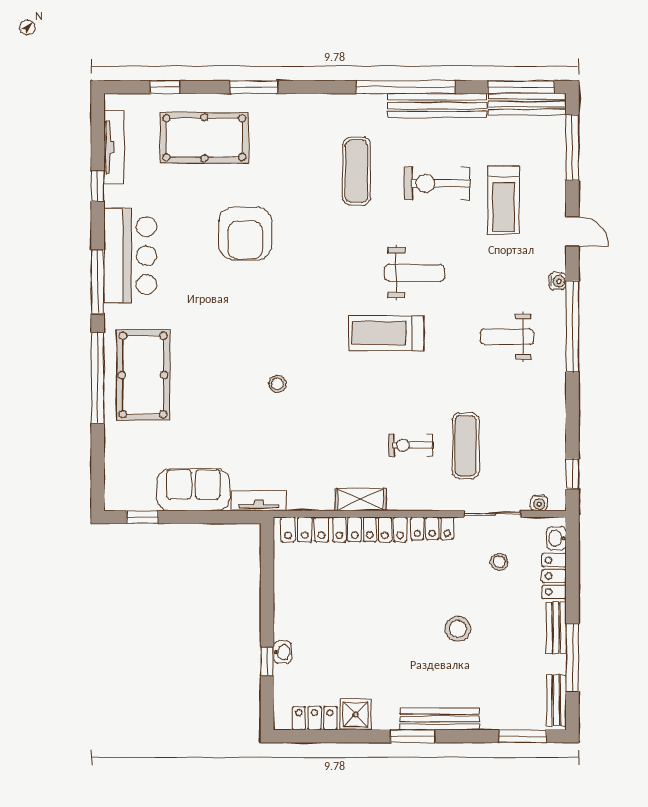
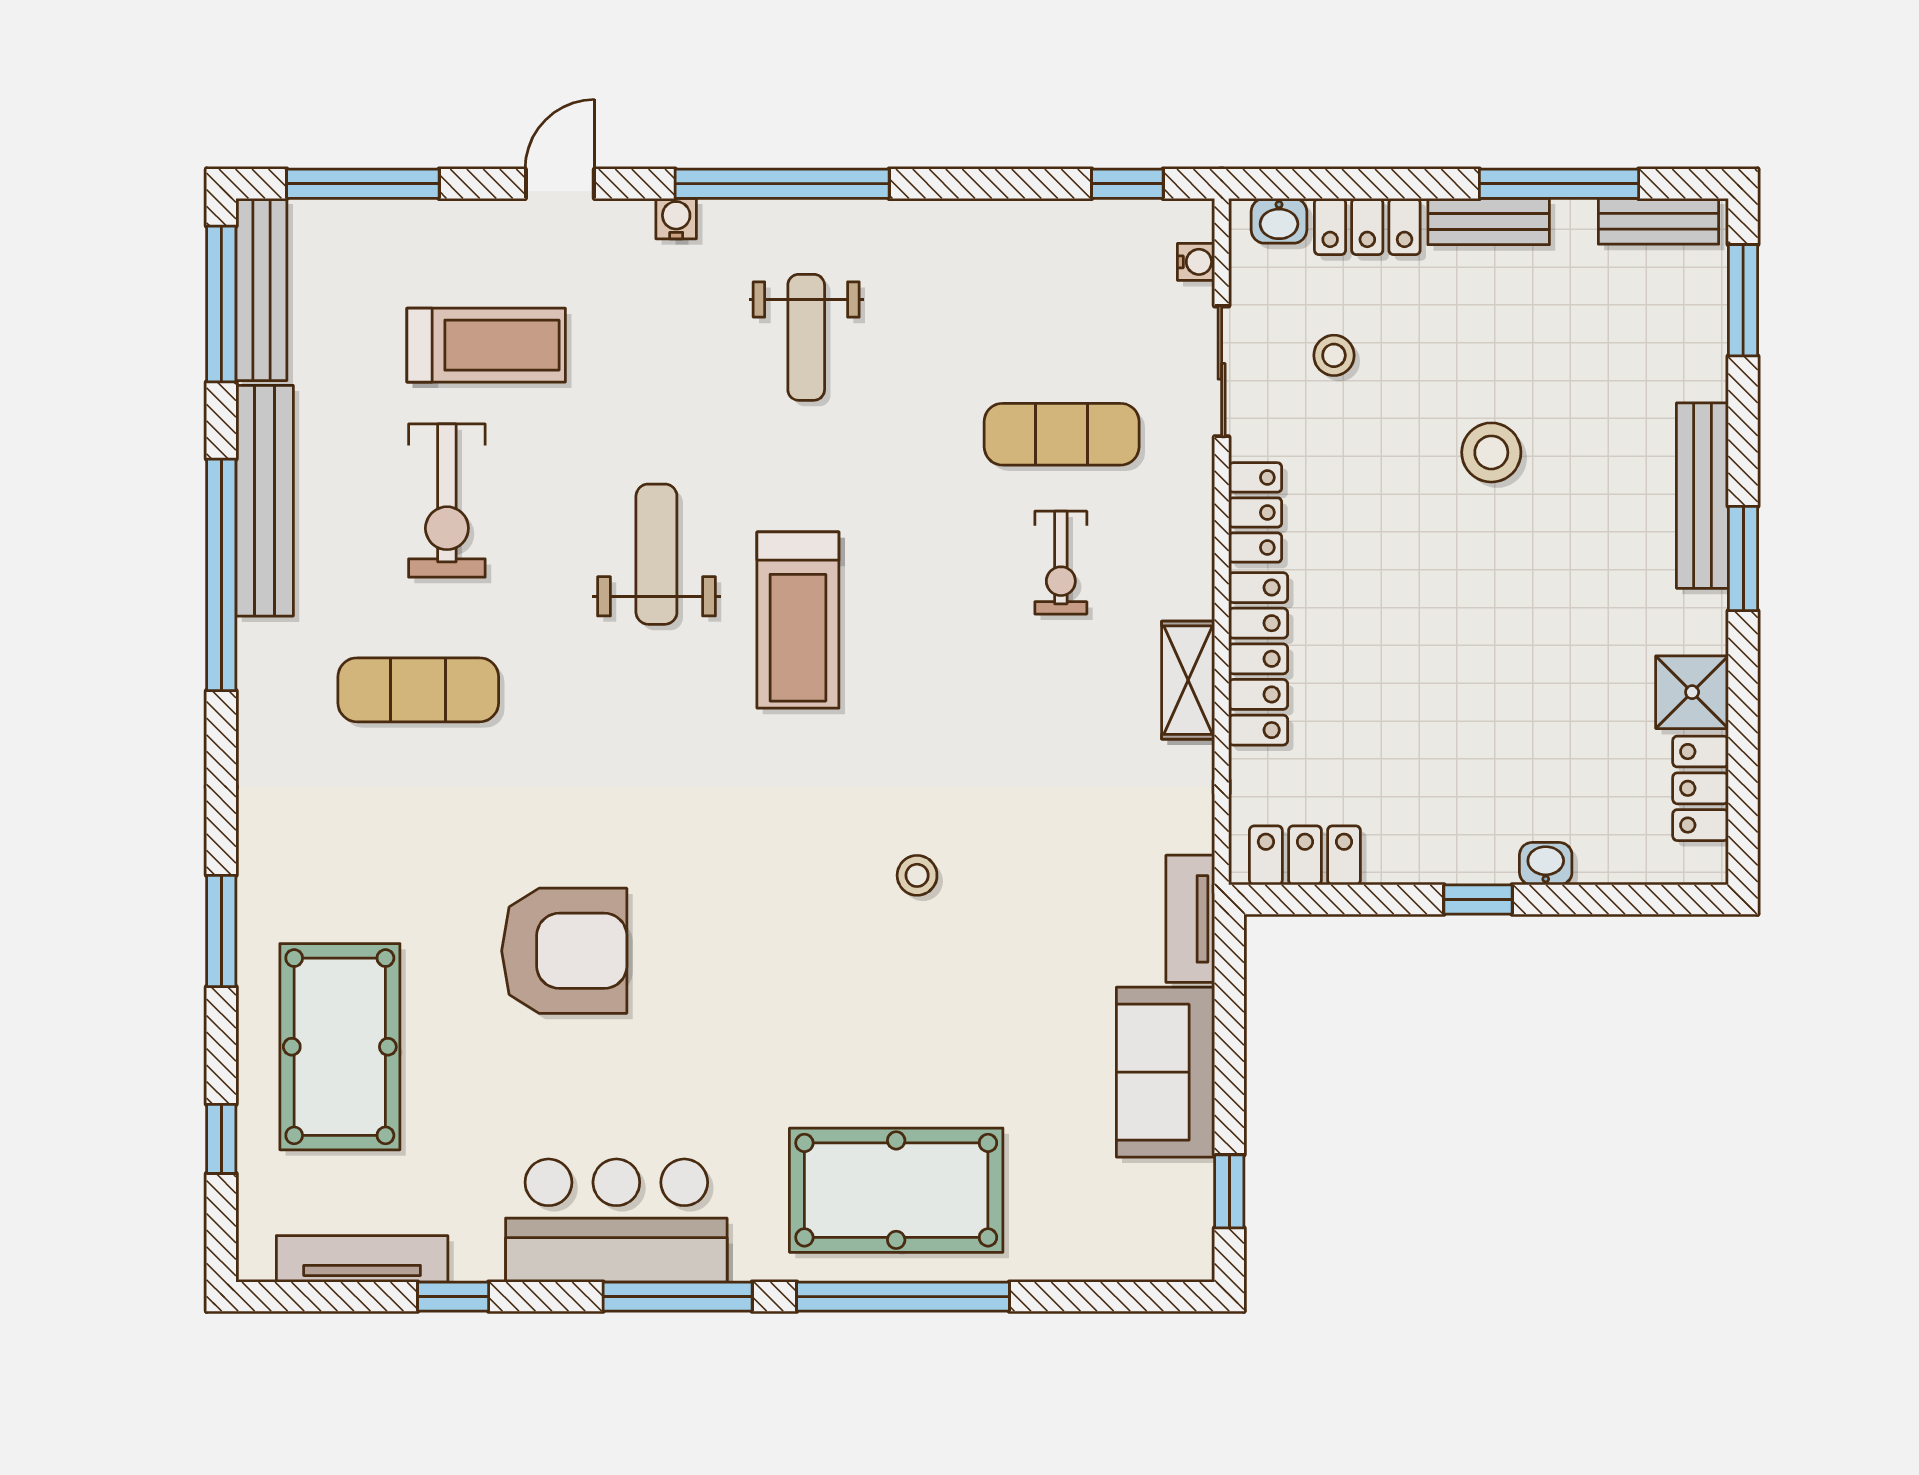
locker: (305, 529) -> (1305, 855), moved, turned -90
window: (267, 661) -> (1478, 900), moved

